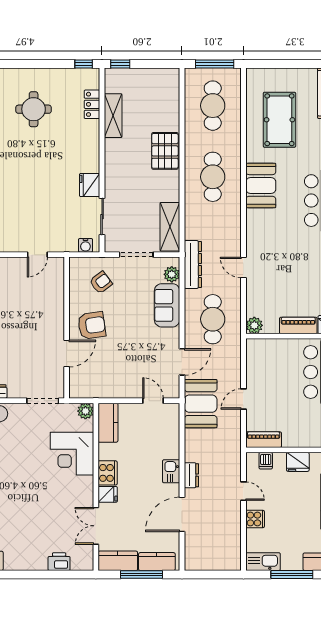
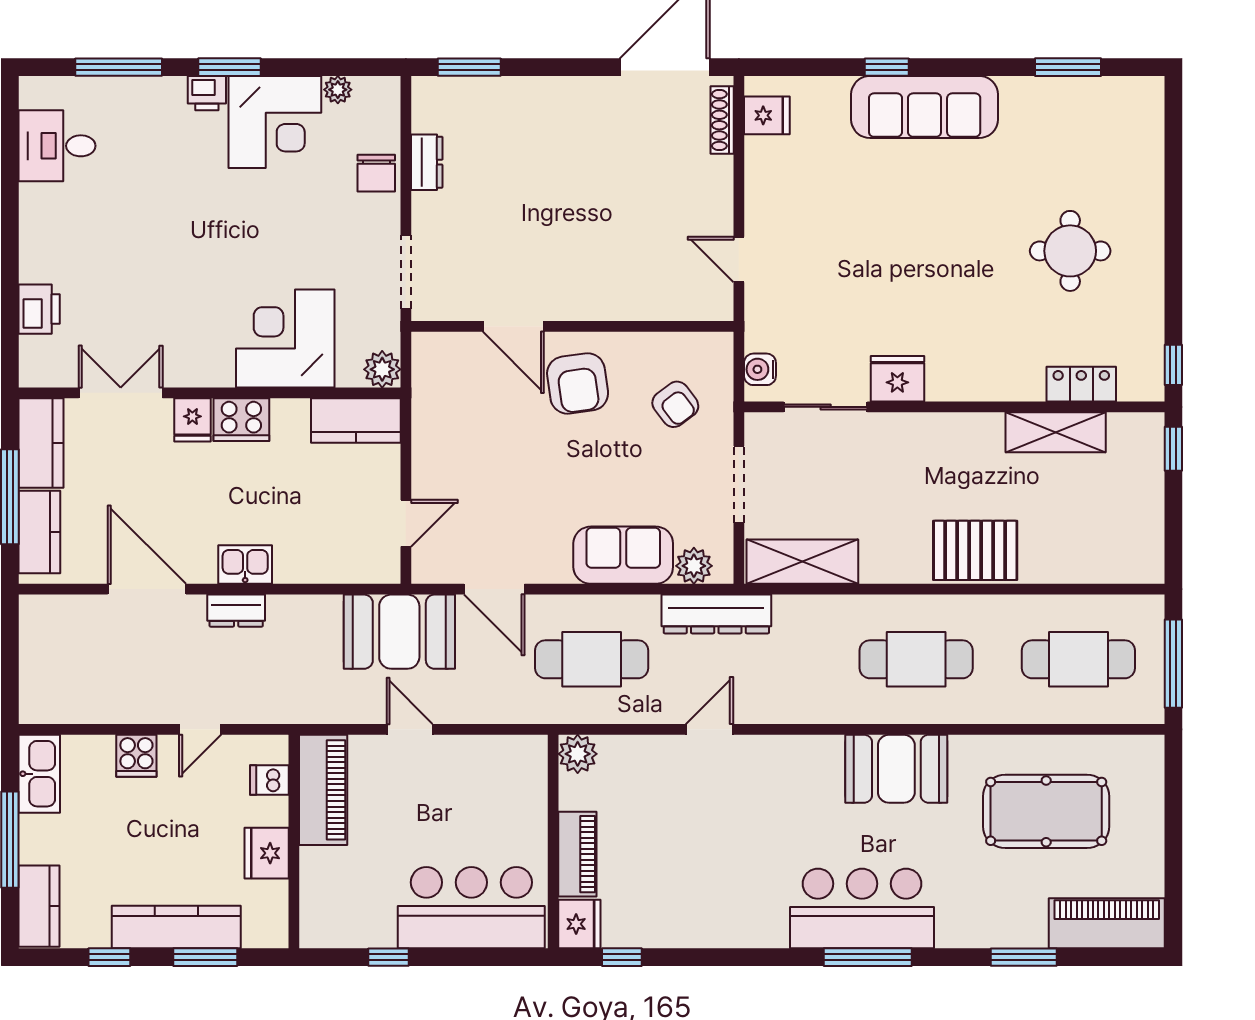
piano: (264, 440) -> (323, 790), width x1.37, depth x1.33

